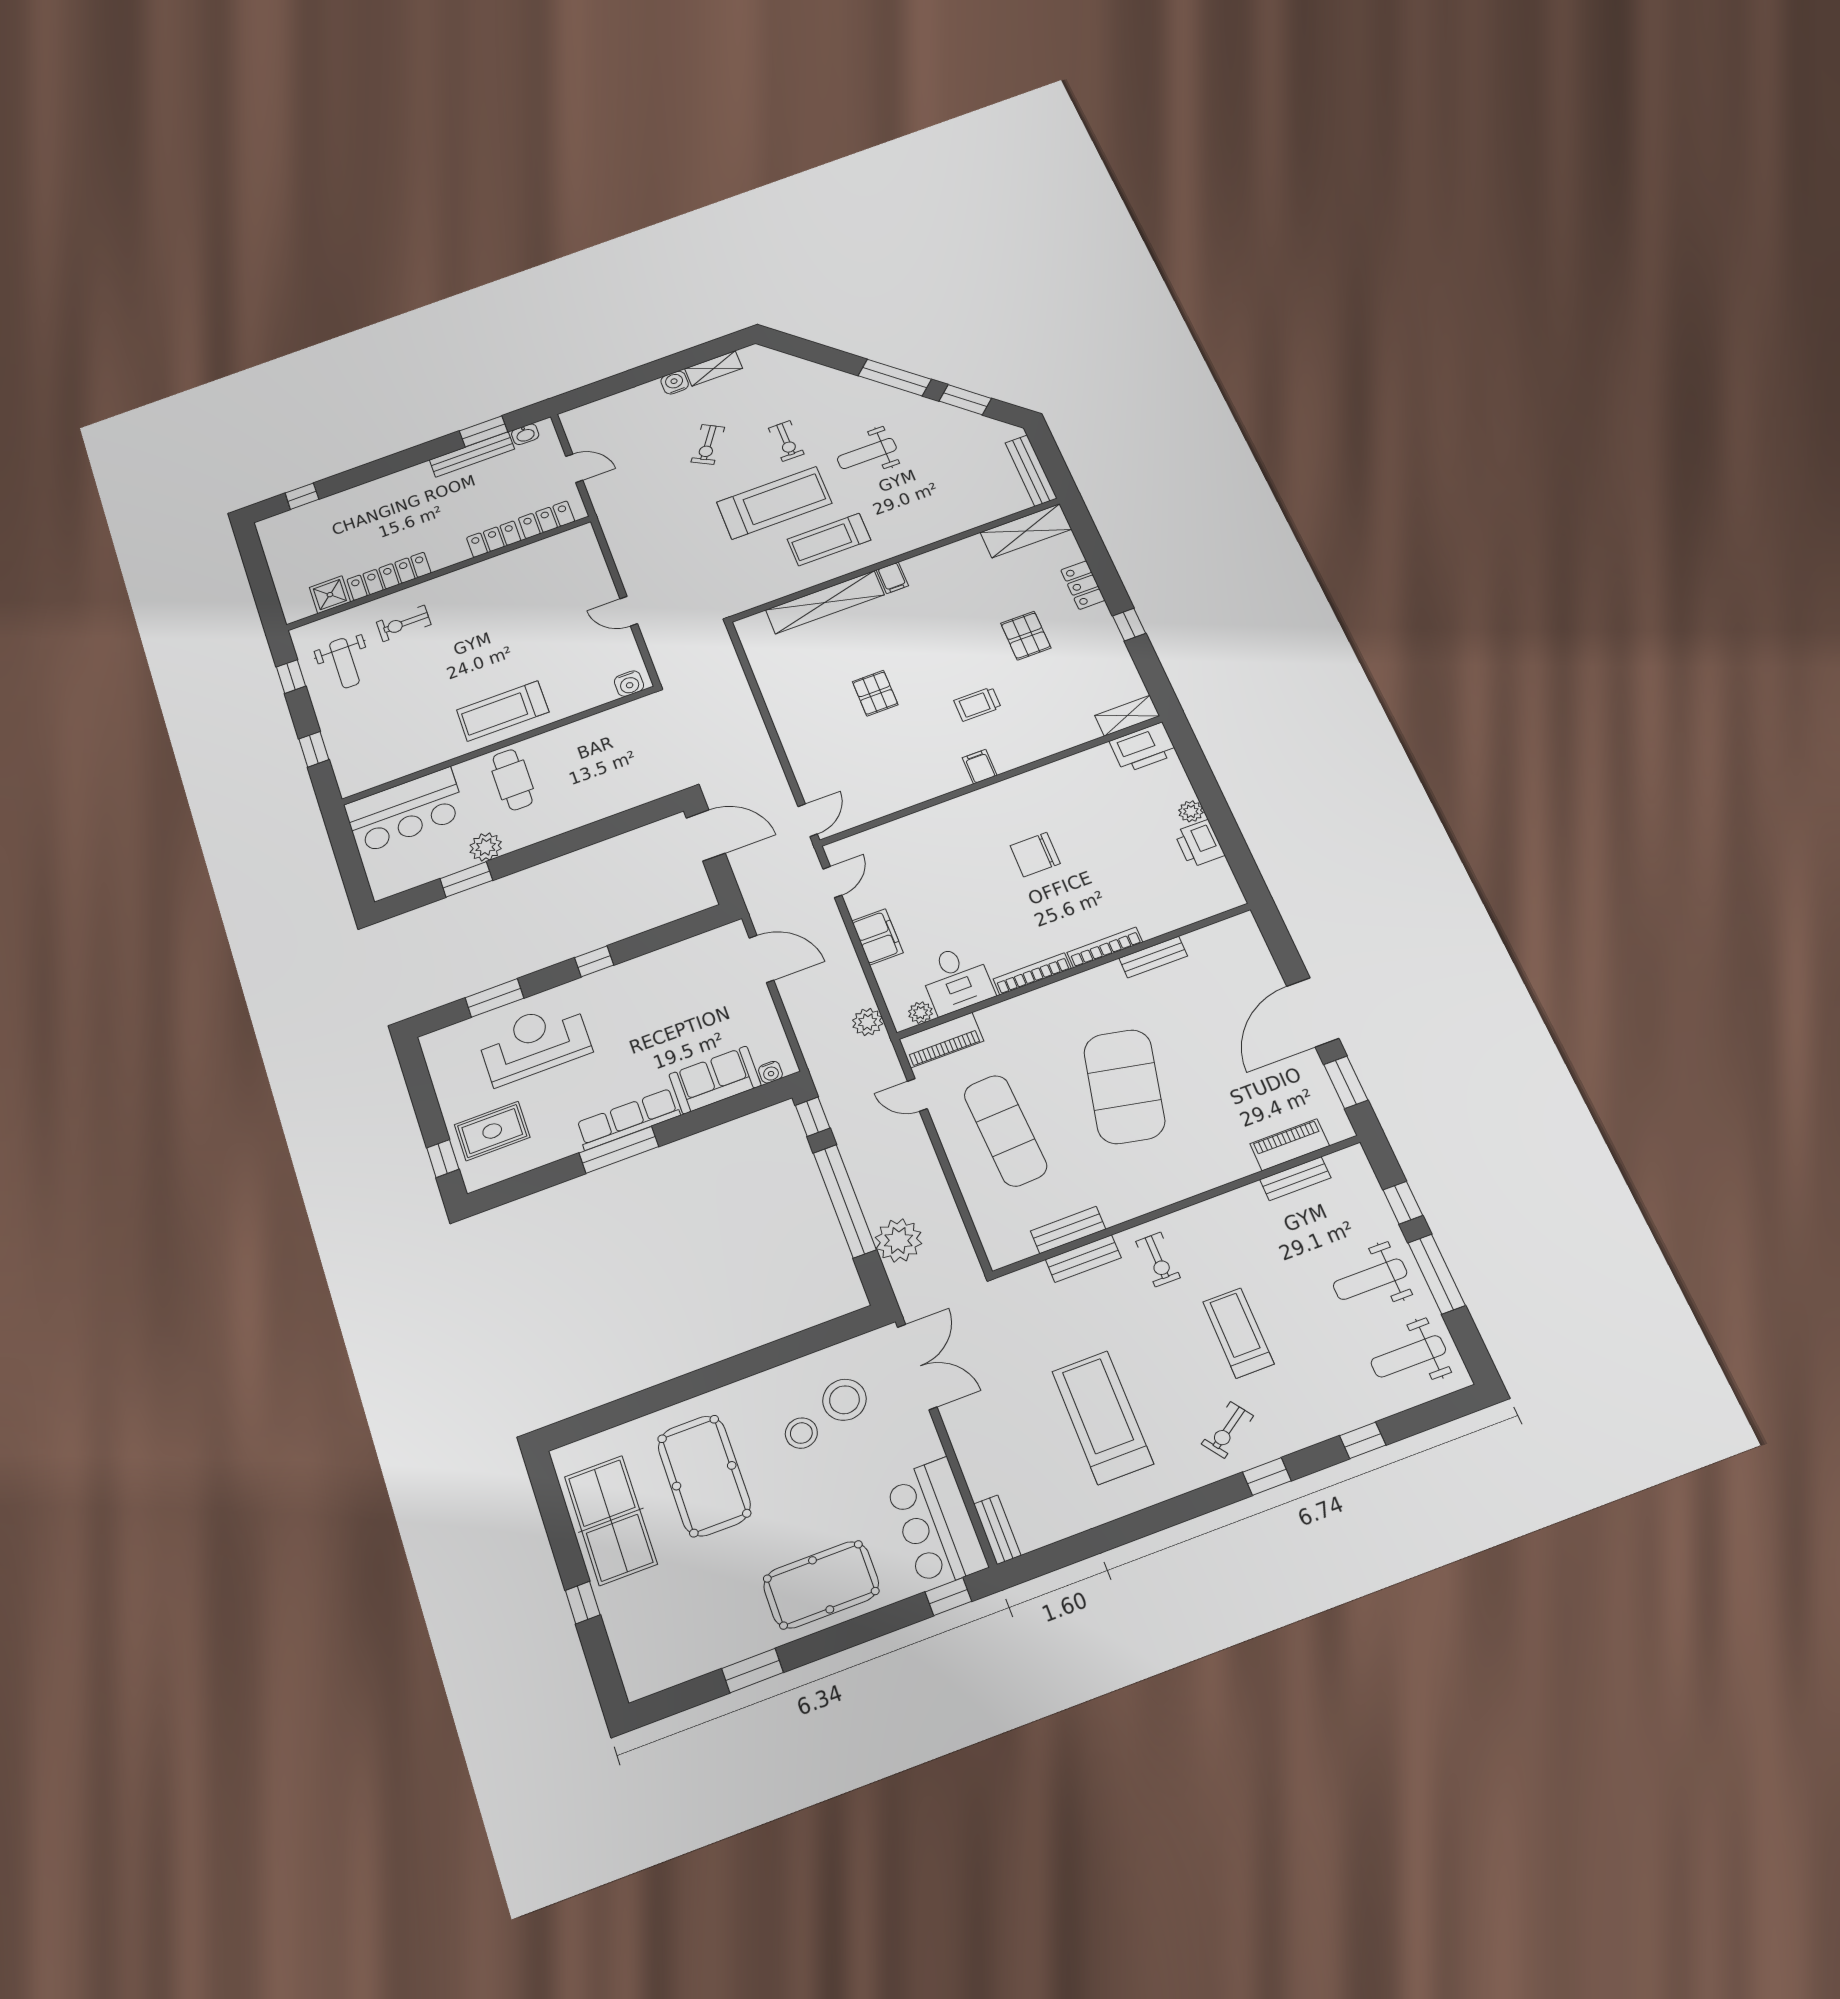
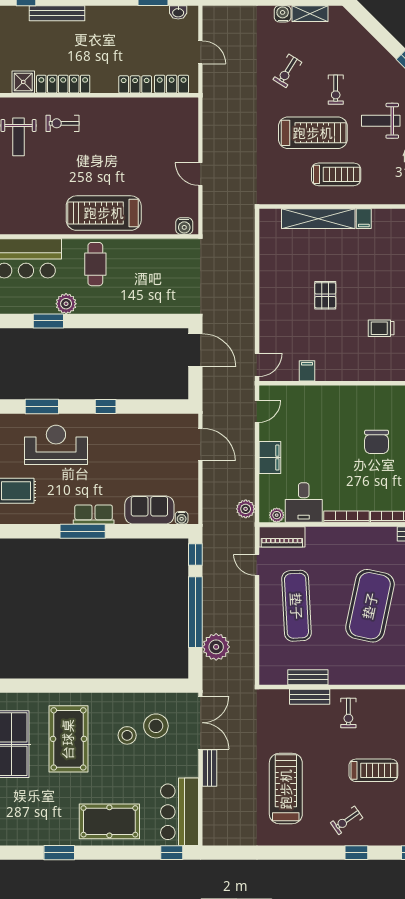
bench: (472, 454) -> (57, 13), moved
treadmill: (829, 540) -> (336, 174), turned 180
treadmill: (503, 711) -> (104, 213), width x1.37, depth x1.38
filing cabinet: (980, 767) -> (307, 371), moved
chair: (1035, 855) -> (377, 442), turned -90
row of seats: (628, 1119) -> (94, 514), width x0.68
treadmill: (1238, 1333) -> (373, 770), turned 90
bench: (997, 1530) -> (209, 768), moved

